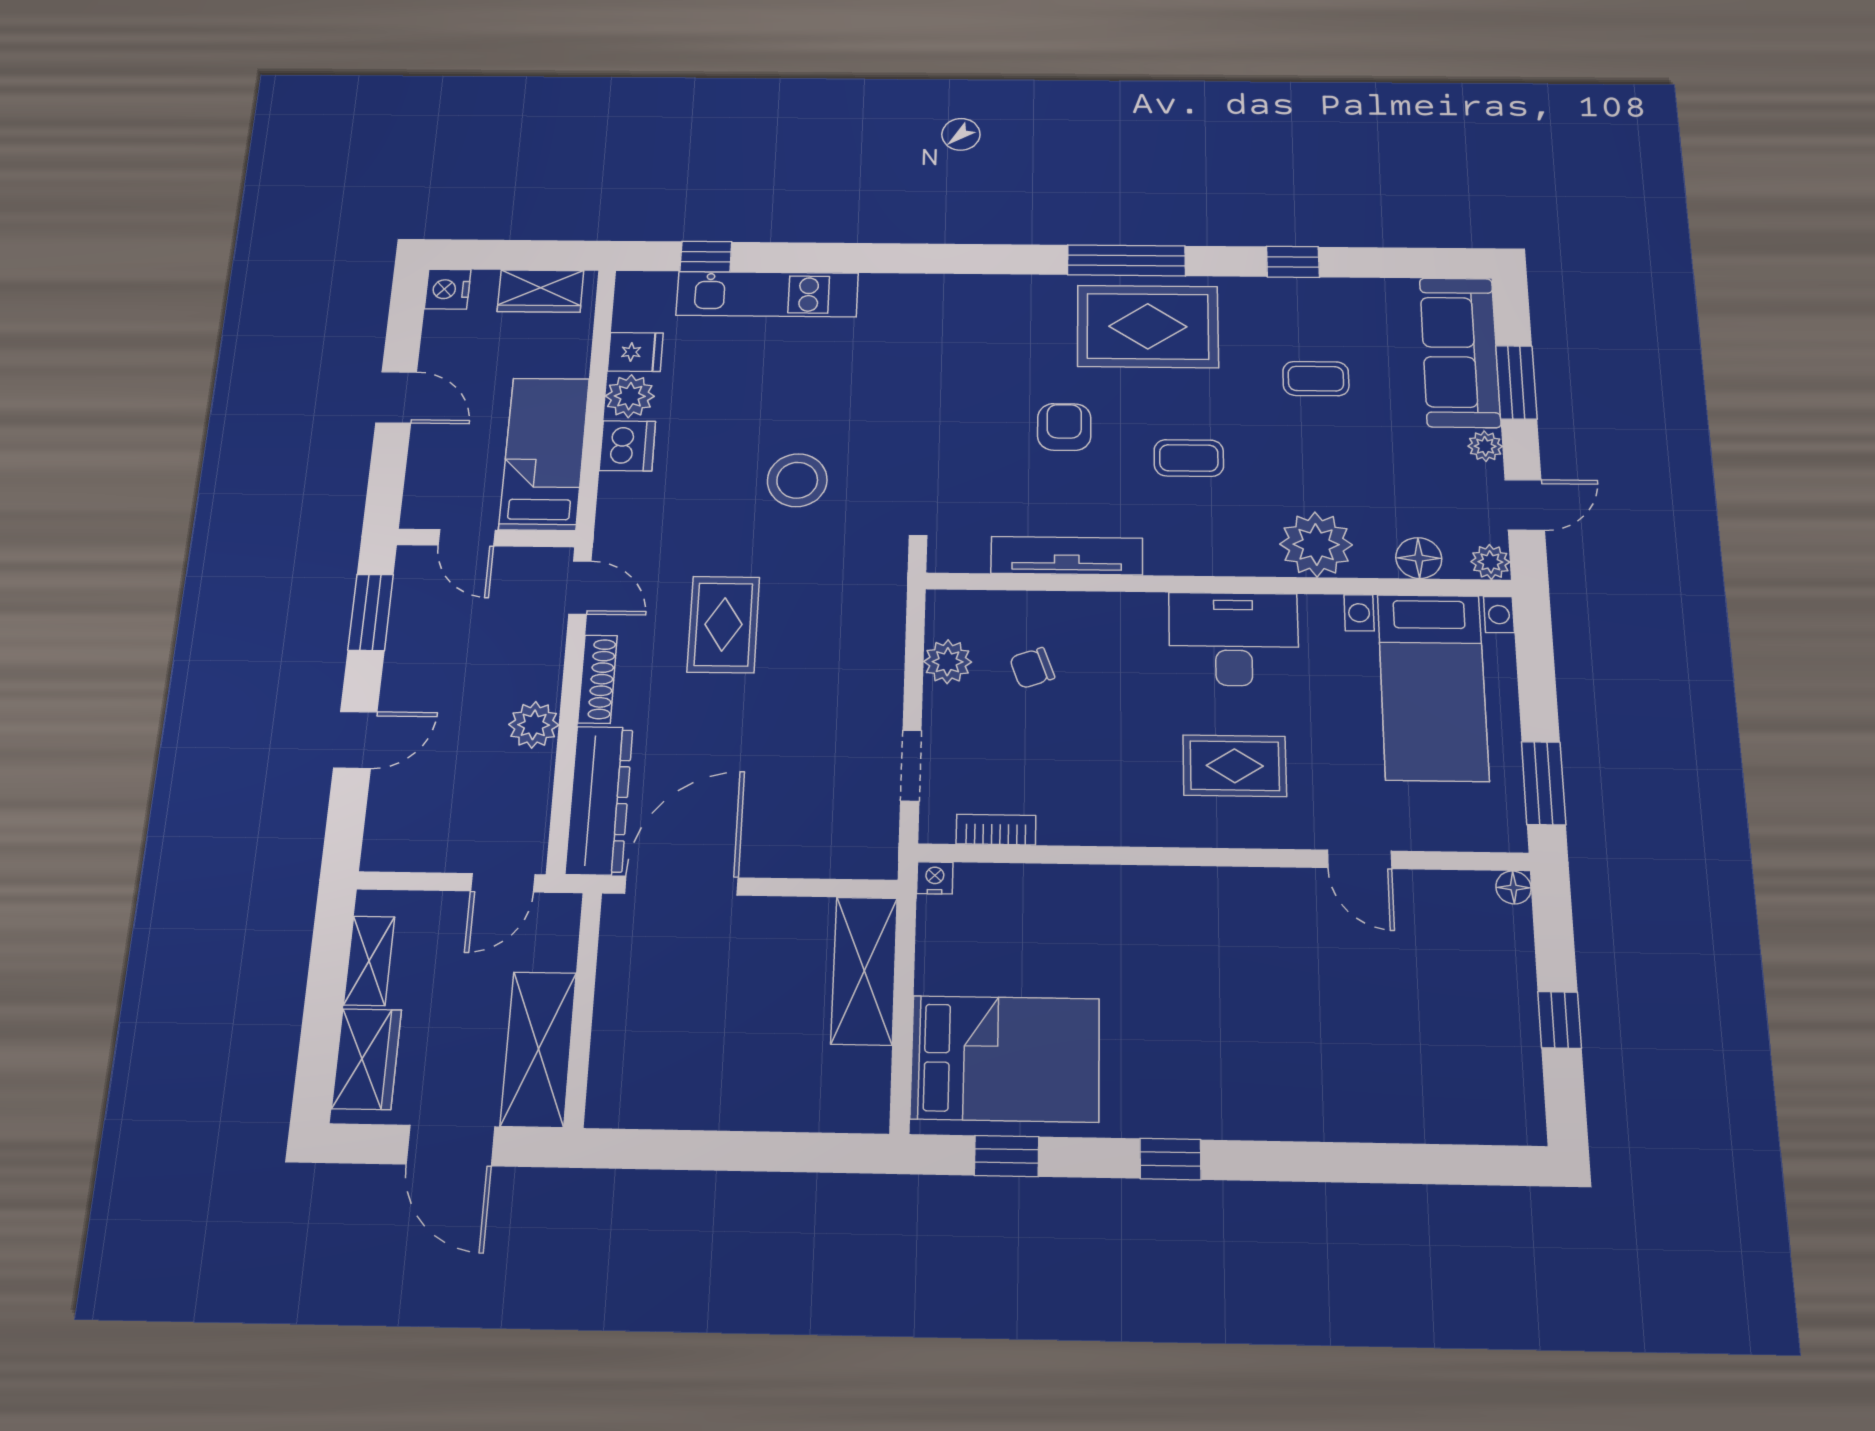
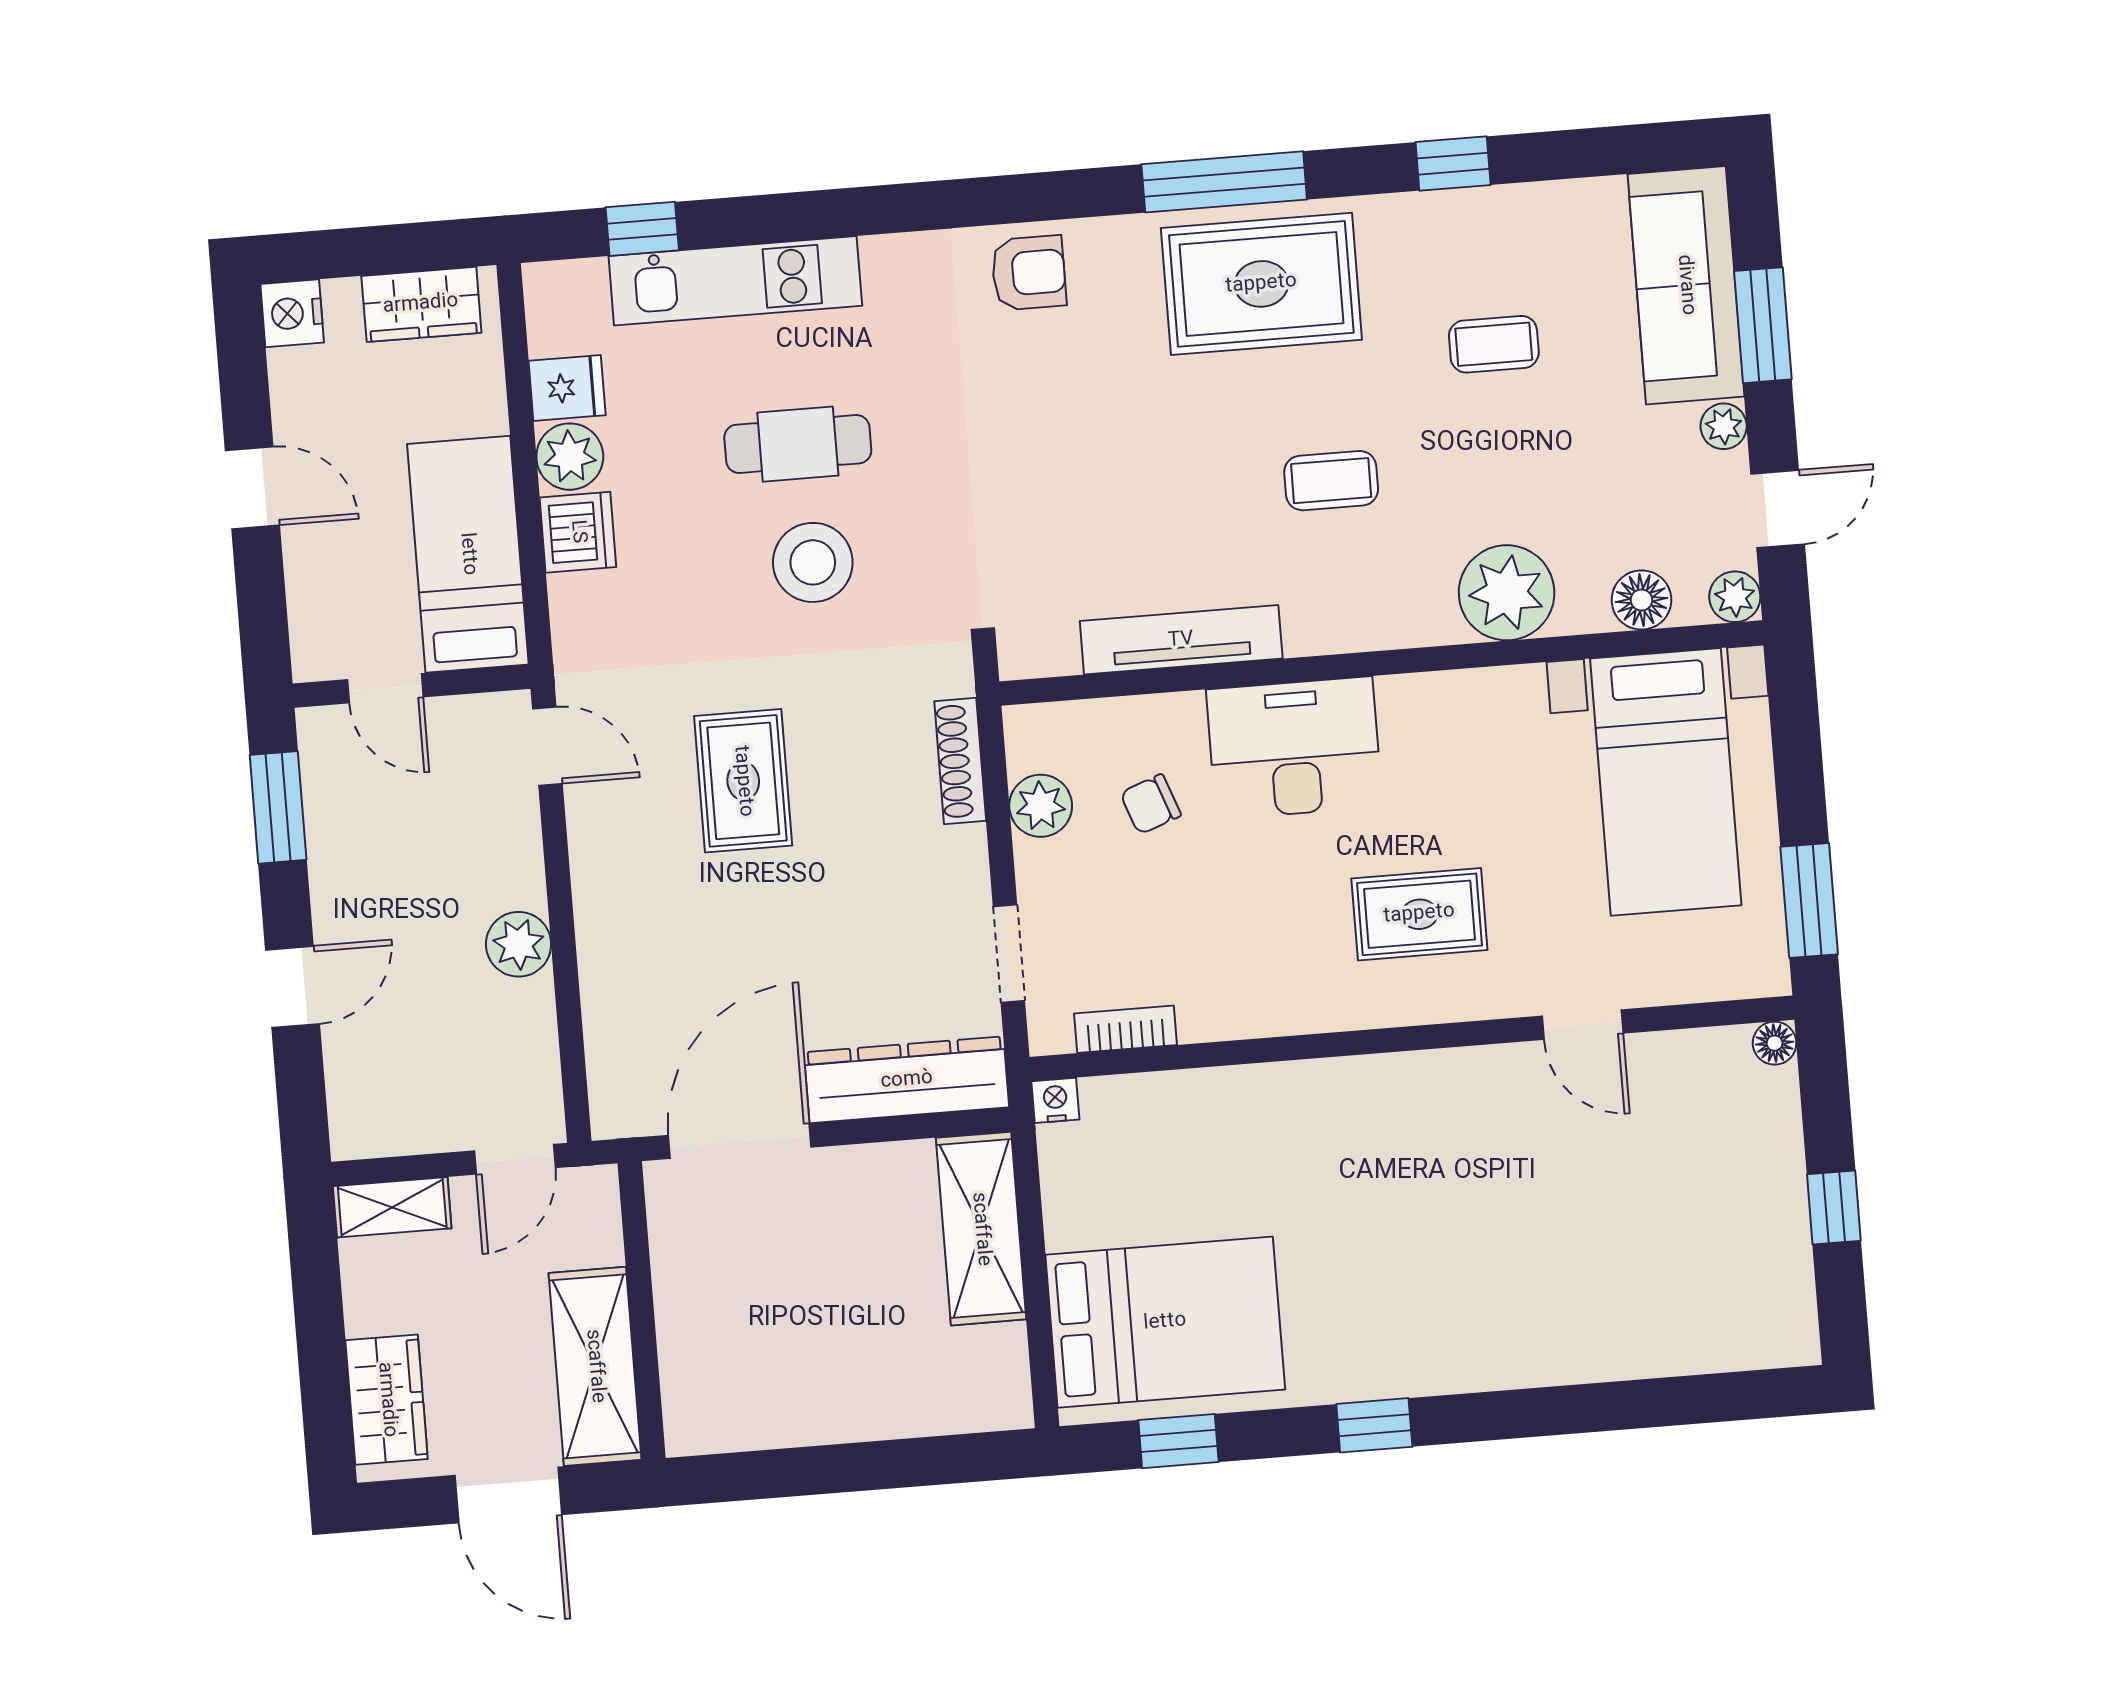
cafe table: (797, 402) -> (798, 444), added
armchair: (1064, 427) -> (1029, 273), moved, turned 90
desk: (1234, 639) -> (1294, 748), moved
shoe rack: (598, 679) -> (960, 761), moved, turned 180
dresser: (599, 800) -> (907, 1080), moved, turned -90
shelving: (369, 961) -> (392, 1207), moved, turned 90

